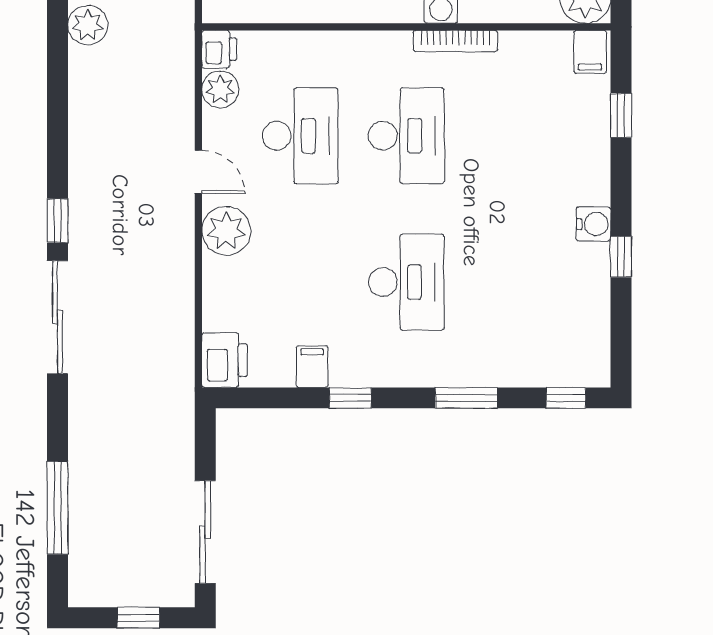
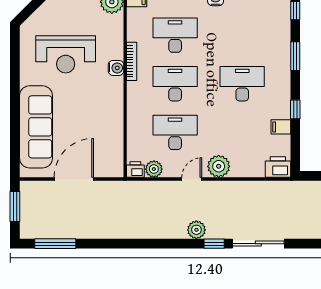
plant: (88, 25) -> (196, 230), moved
desk: (512, 136) -> (175, 35), added

